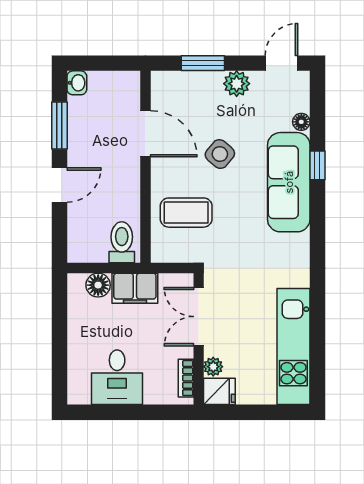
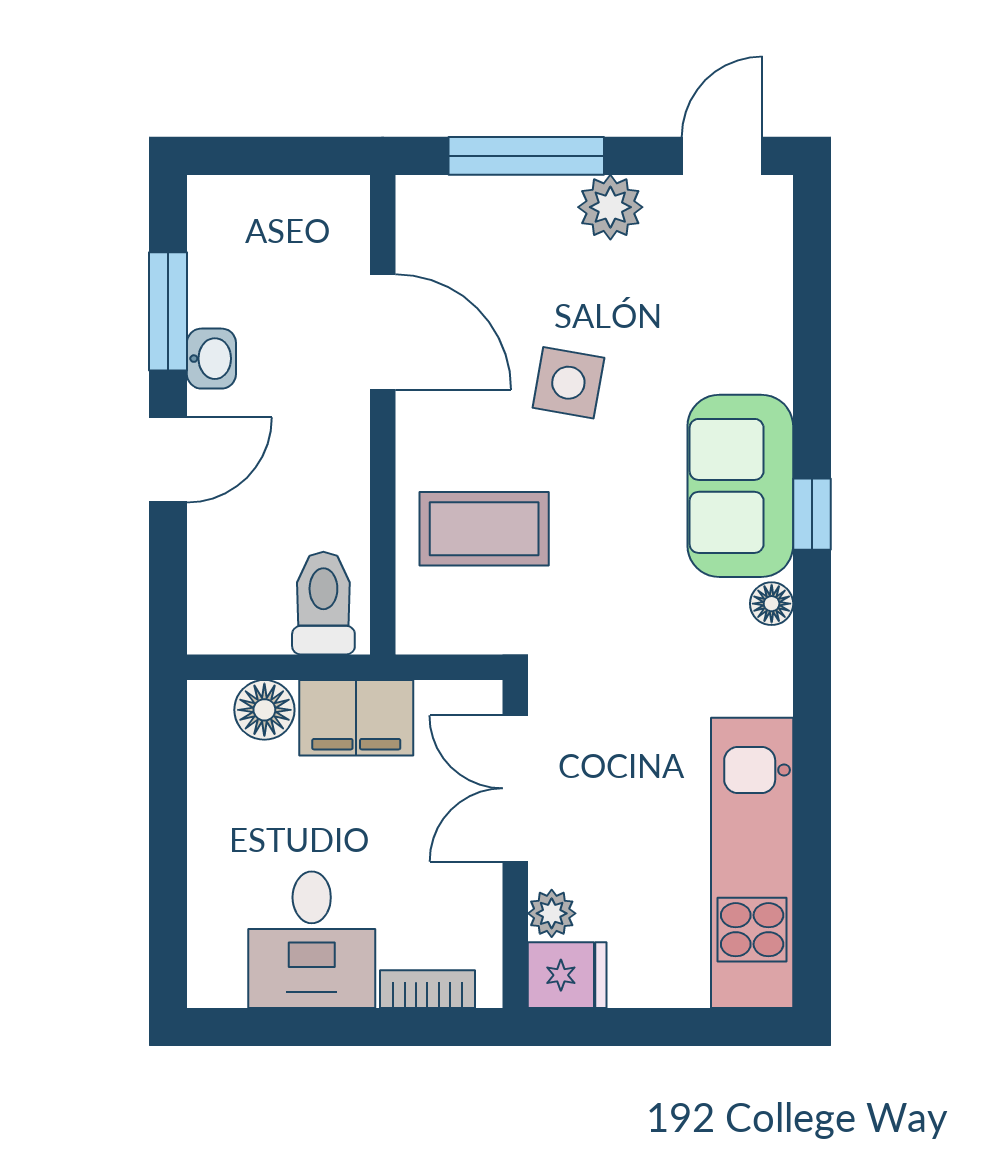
window: (203, 63) -> (526, 156), width x1.44
washbasin: (77, 83) -> (211, 359), moved
floor lamp: (301, 122) -> (772, 604), moved
side table: (220, 154) -> (568, 383), turned -30
window: (317, 165) -> (812, 514), moved
sofa: (289, 182) -> (740, 486), width x0.73
bookcase: (186, 378) -> (427, 989), moved, turned 90

